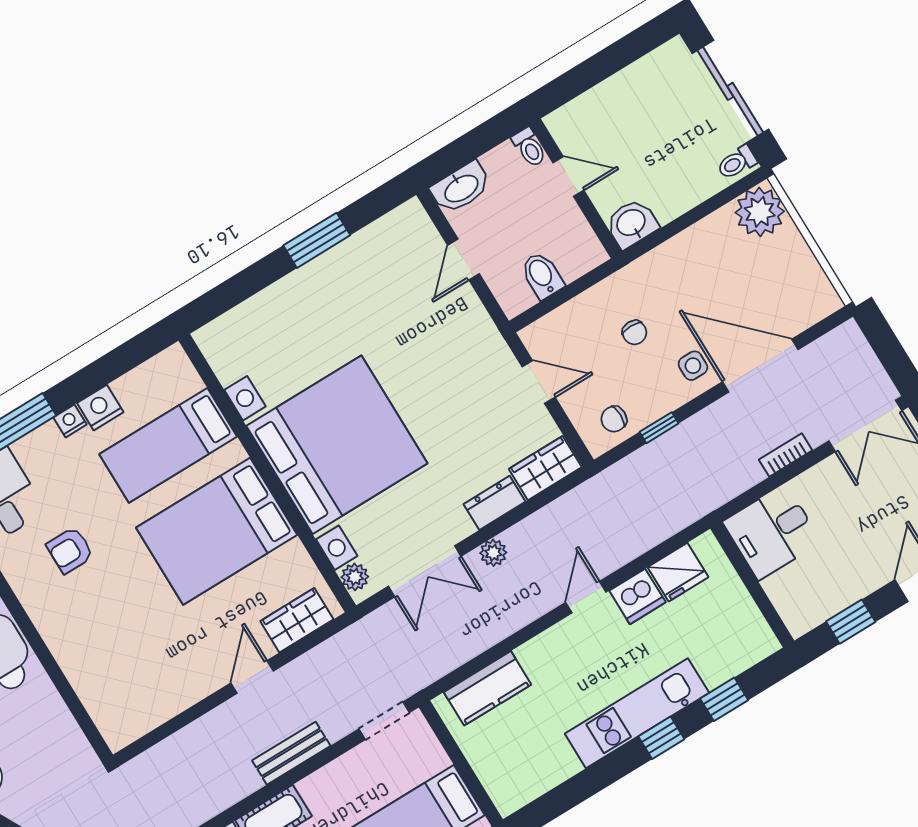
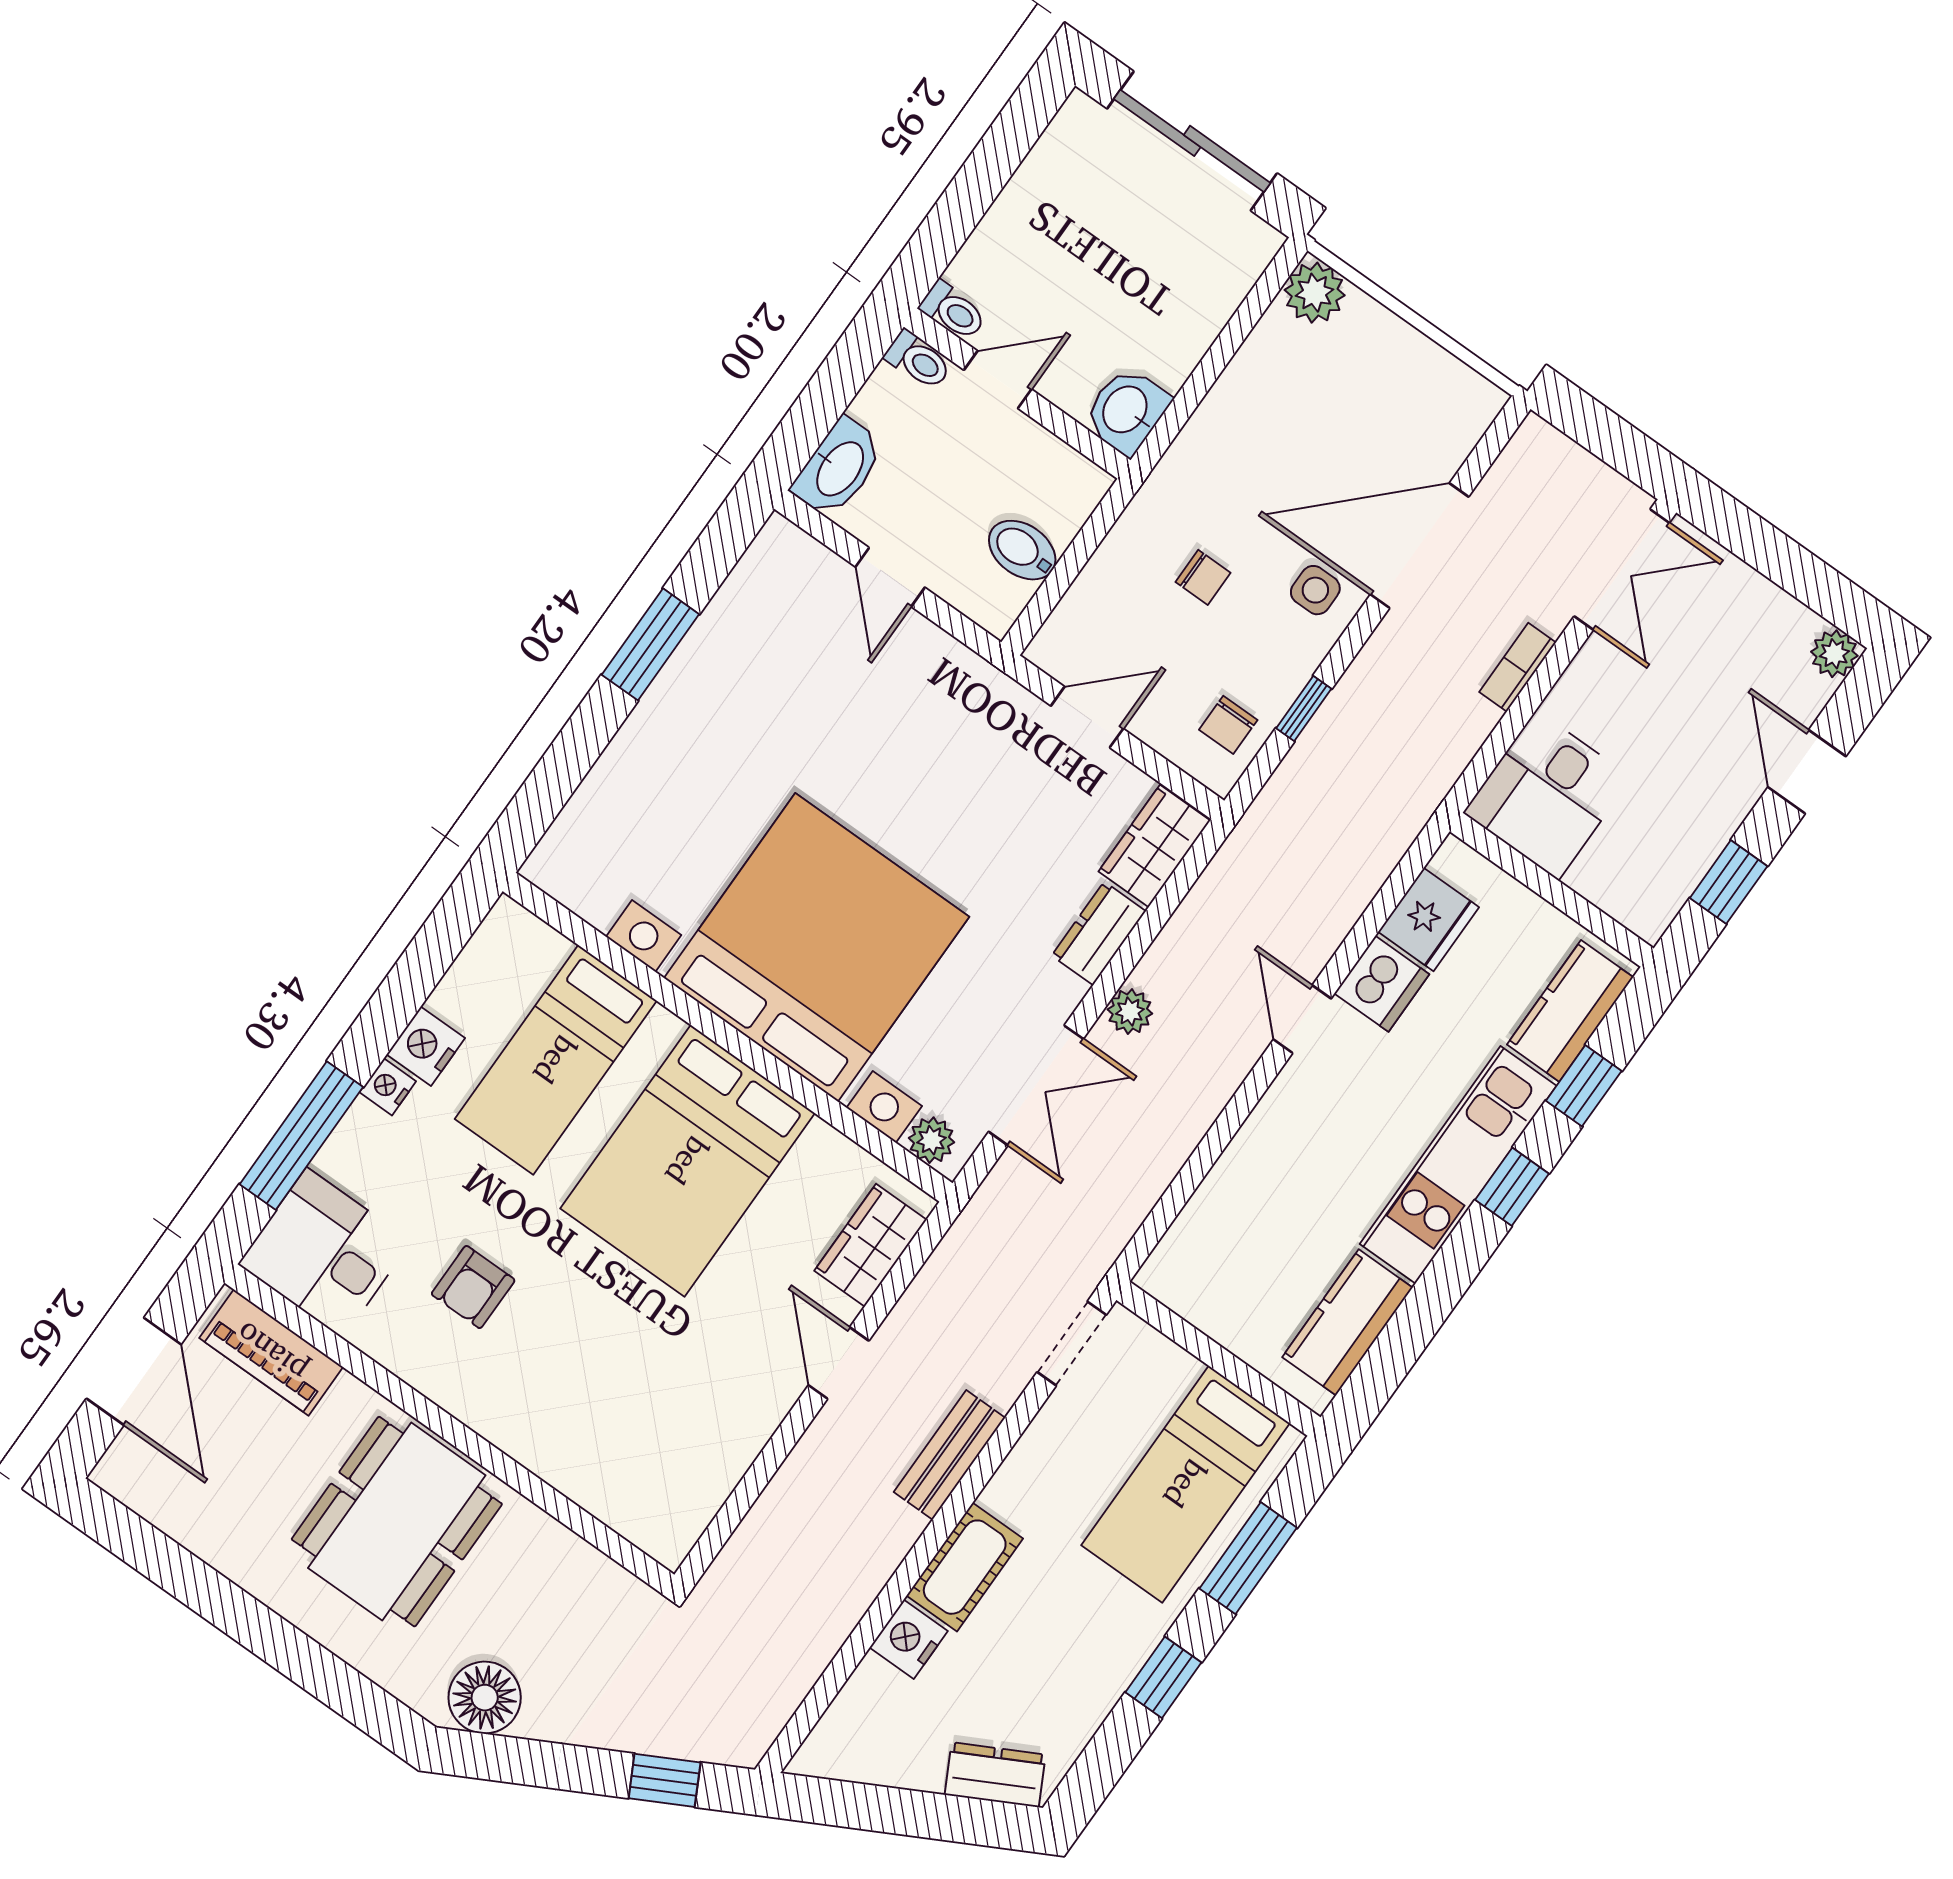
toilet: (737, 162) -> (953, 311), moved, turned -90
plant: (760, 212) -> (1315, 293), width x0.73, depth x0.73
kitchen counter: (734, 655) -> (1570, 1011), added
kitchen counter: (487, 688) -> (1348, 1322), moved, turned 180

